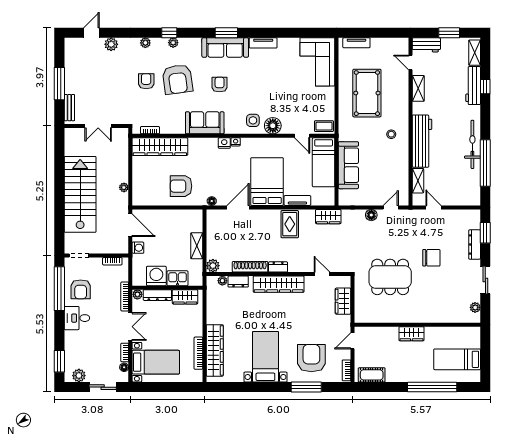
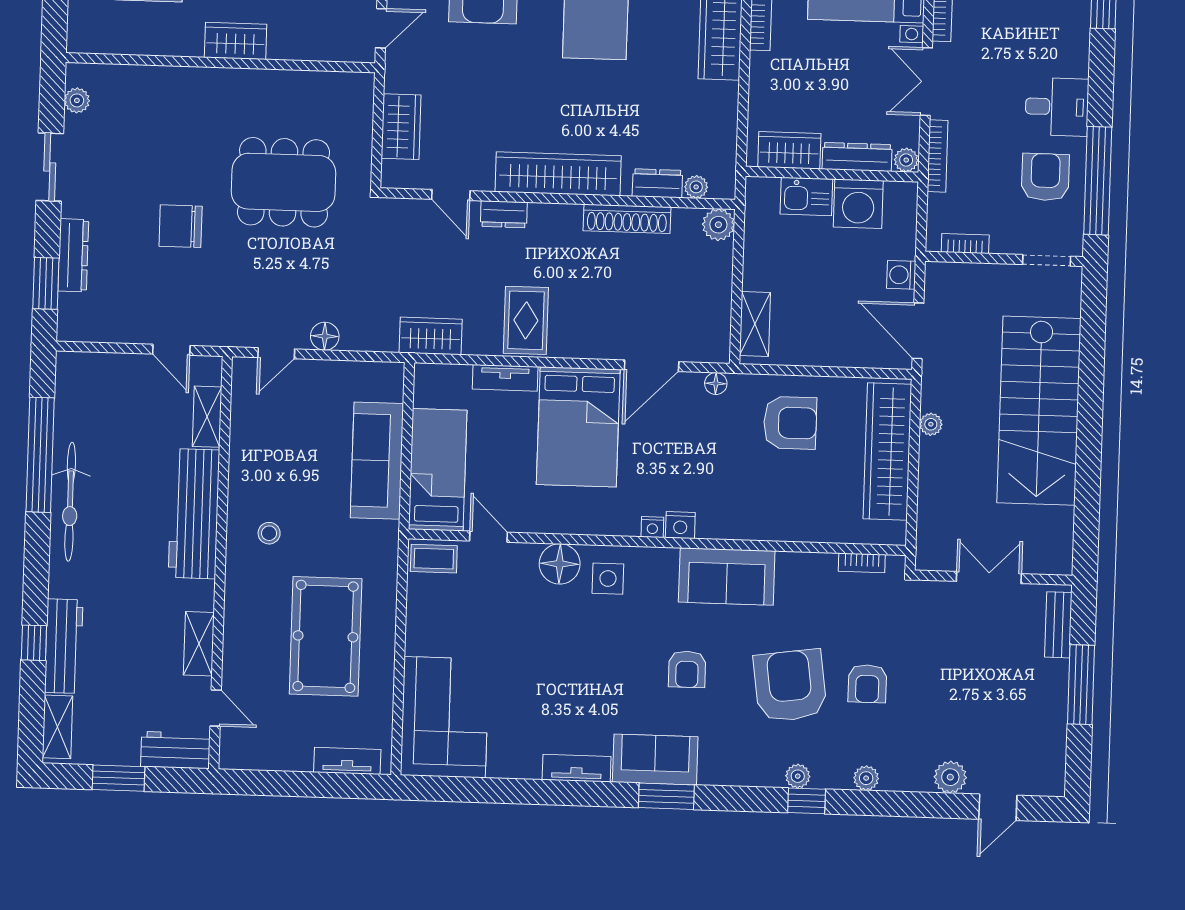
sofa: (225, 47) -> (655, 759), width x0.73
wardrobe: (160, 147) -> (887, 451), moved, turned -90
shelving: (197, 246) -> (755, 324), moved
dresser: (278, 267) -> (504, 214), moved

